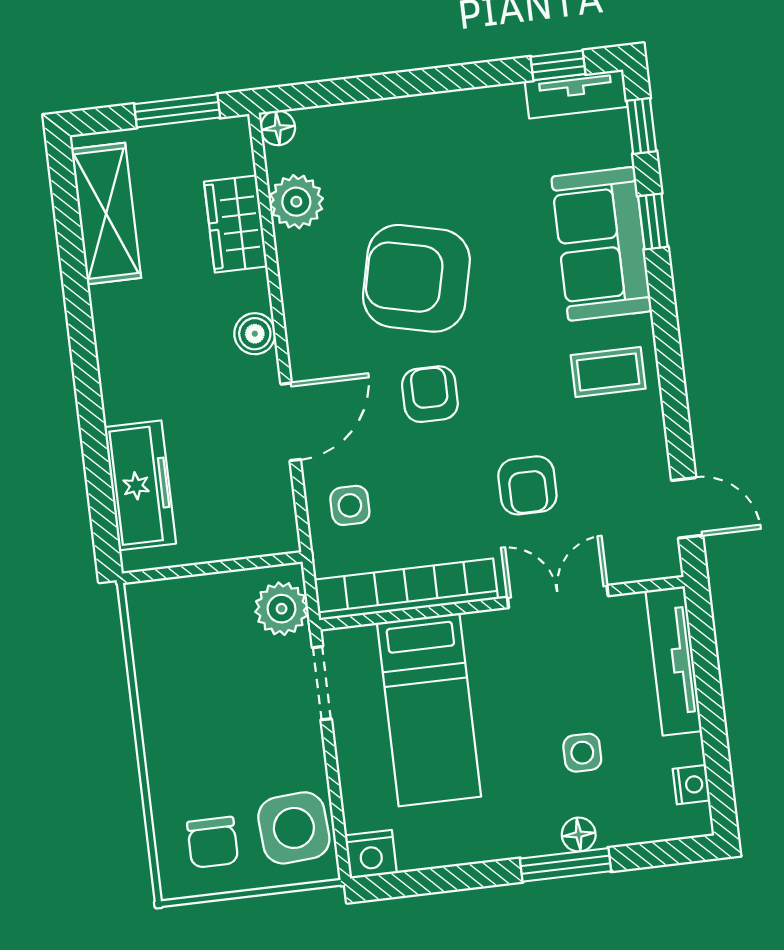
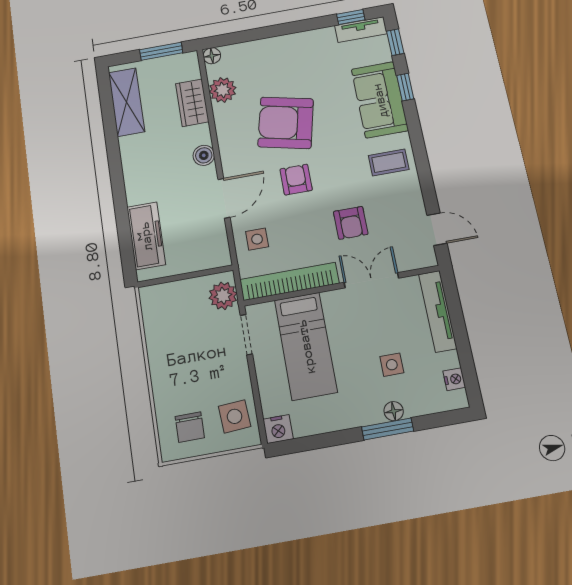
side table: (294, 828) -> (235, 416), width x0.73, depth x0.73

